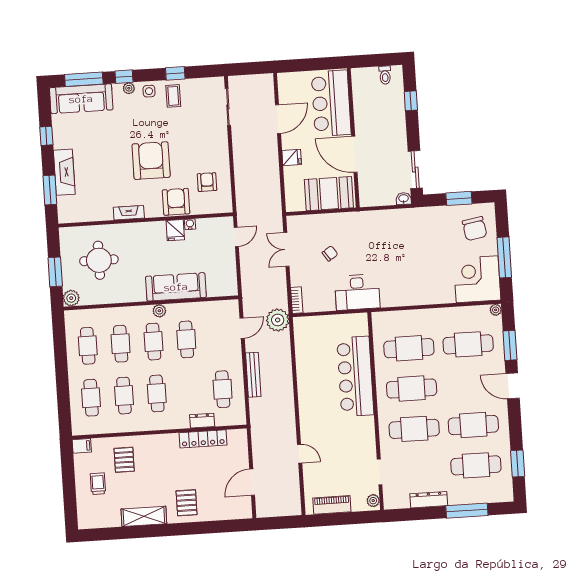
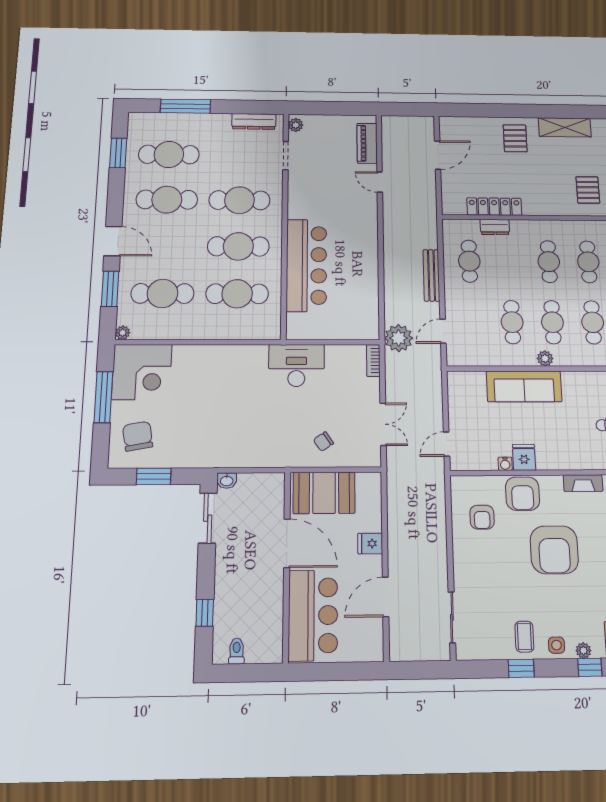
chair: (330, 253) -> (323, 442), moved
dresser: (429, 500) -> (254, 121), moved
piano: (332, 505) -> (367, 143), moved, turned 90

